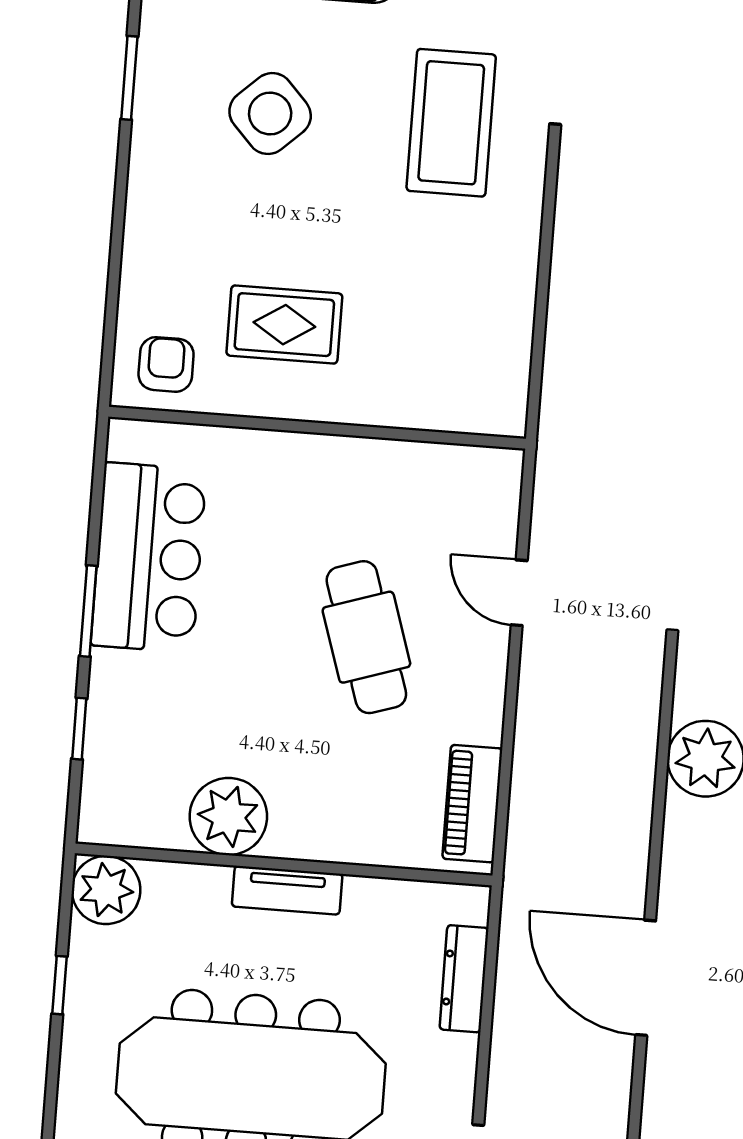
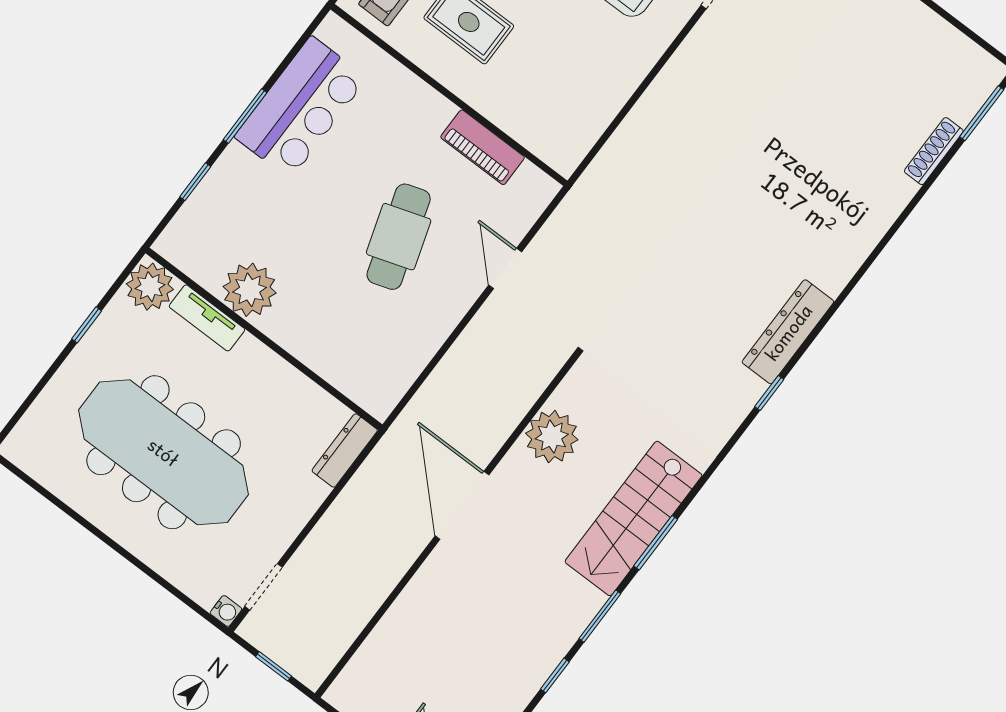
piano: (472, 804) -> (483, 147), moved, turned -90
tv unit: (287, 890) -> (207, 318), moved
door: (646, 978) -> (462, 505), moved
dresser: (464, 979) -> (345, 450), moved

